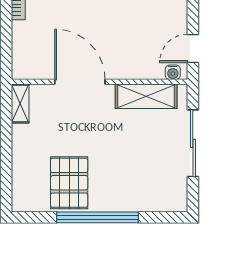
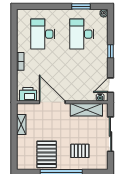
printer: (33, 66) -> (28, 94), added
shelving: (20, 104) -> (21, 124), moved
pallet: (133, 176) -> (80, 151), added

